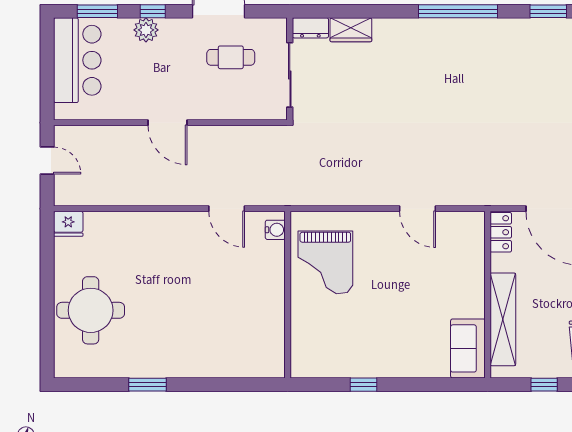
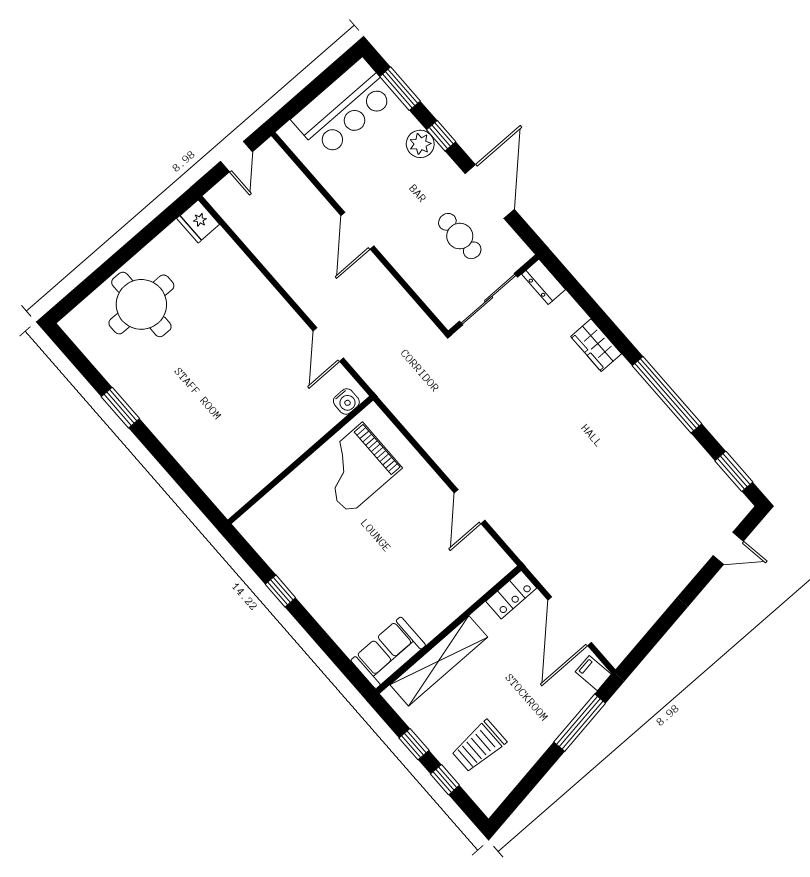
wardrobe: (351, 30) -> (596, 345), moved

